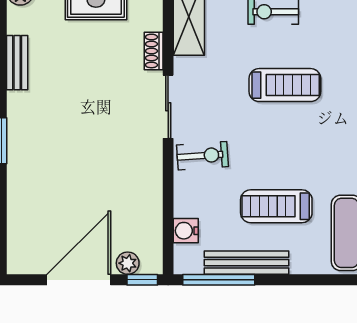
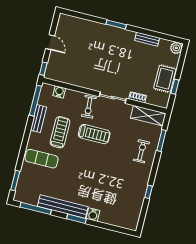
treadmill: (285, 85) -> (94, 134), moved, turned -90
plant: (128, 263) -> (52, 64), removed
bench: (247, 263) -> (38, 119), width x0.73
door: (79, 280) -> (50, 42), width x0.53

